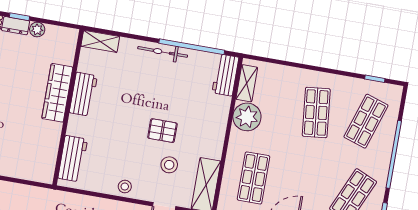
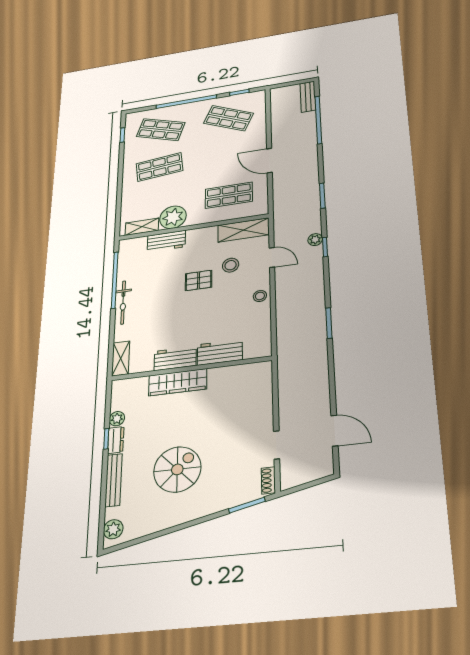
workbench: (225, 75) -> (166, 241), moved
pallet: (162, 131) -> (199, 280), turned 90
workbench: (73, 159) -> (220, 352), moved

